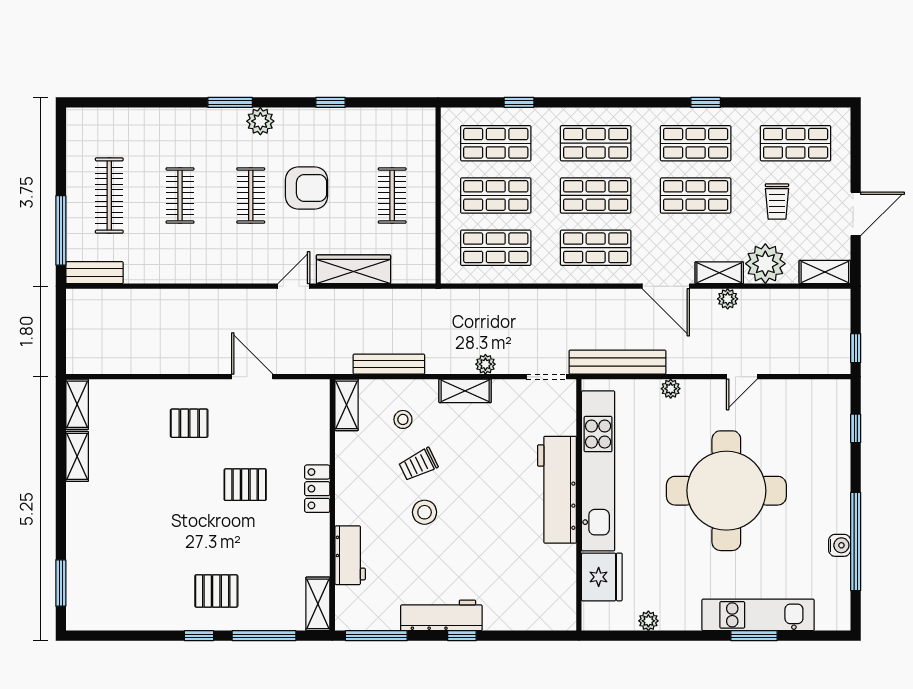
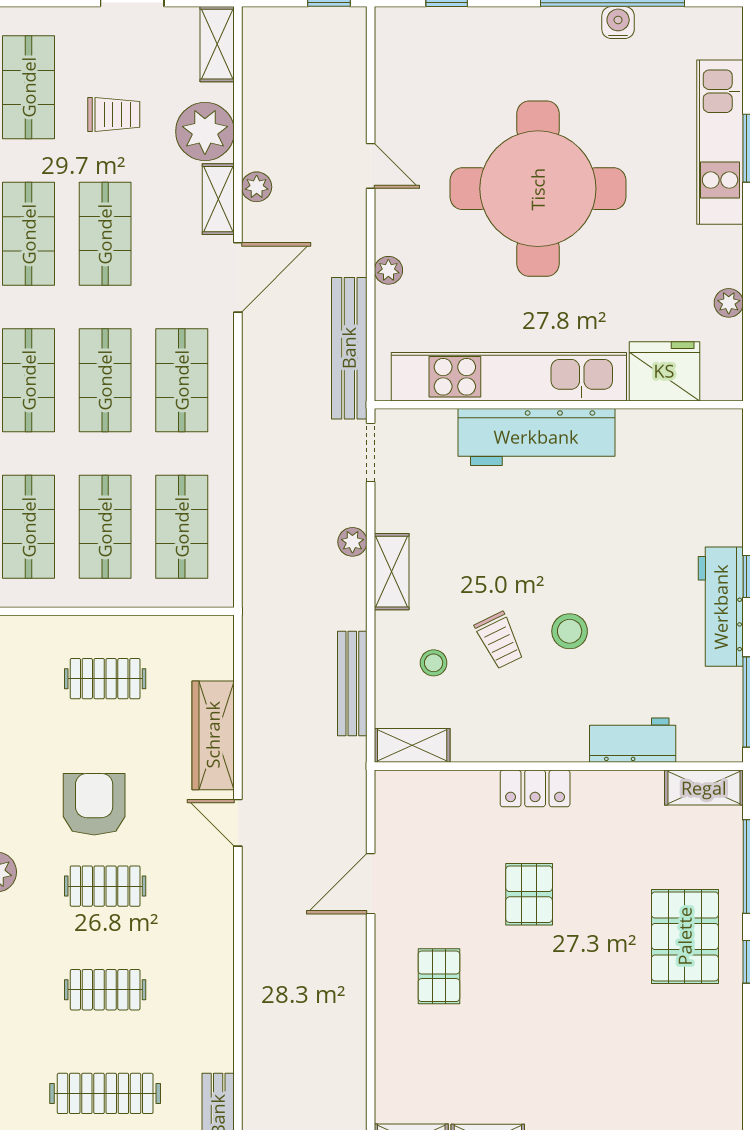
pallet: (216, 591) -> (685, 936), width x1.50, depth x1.42

